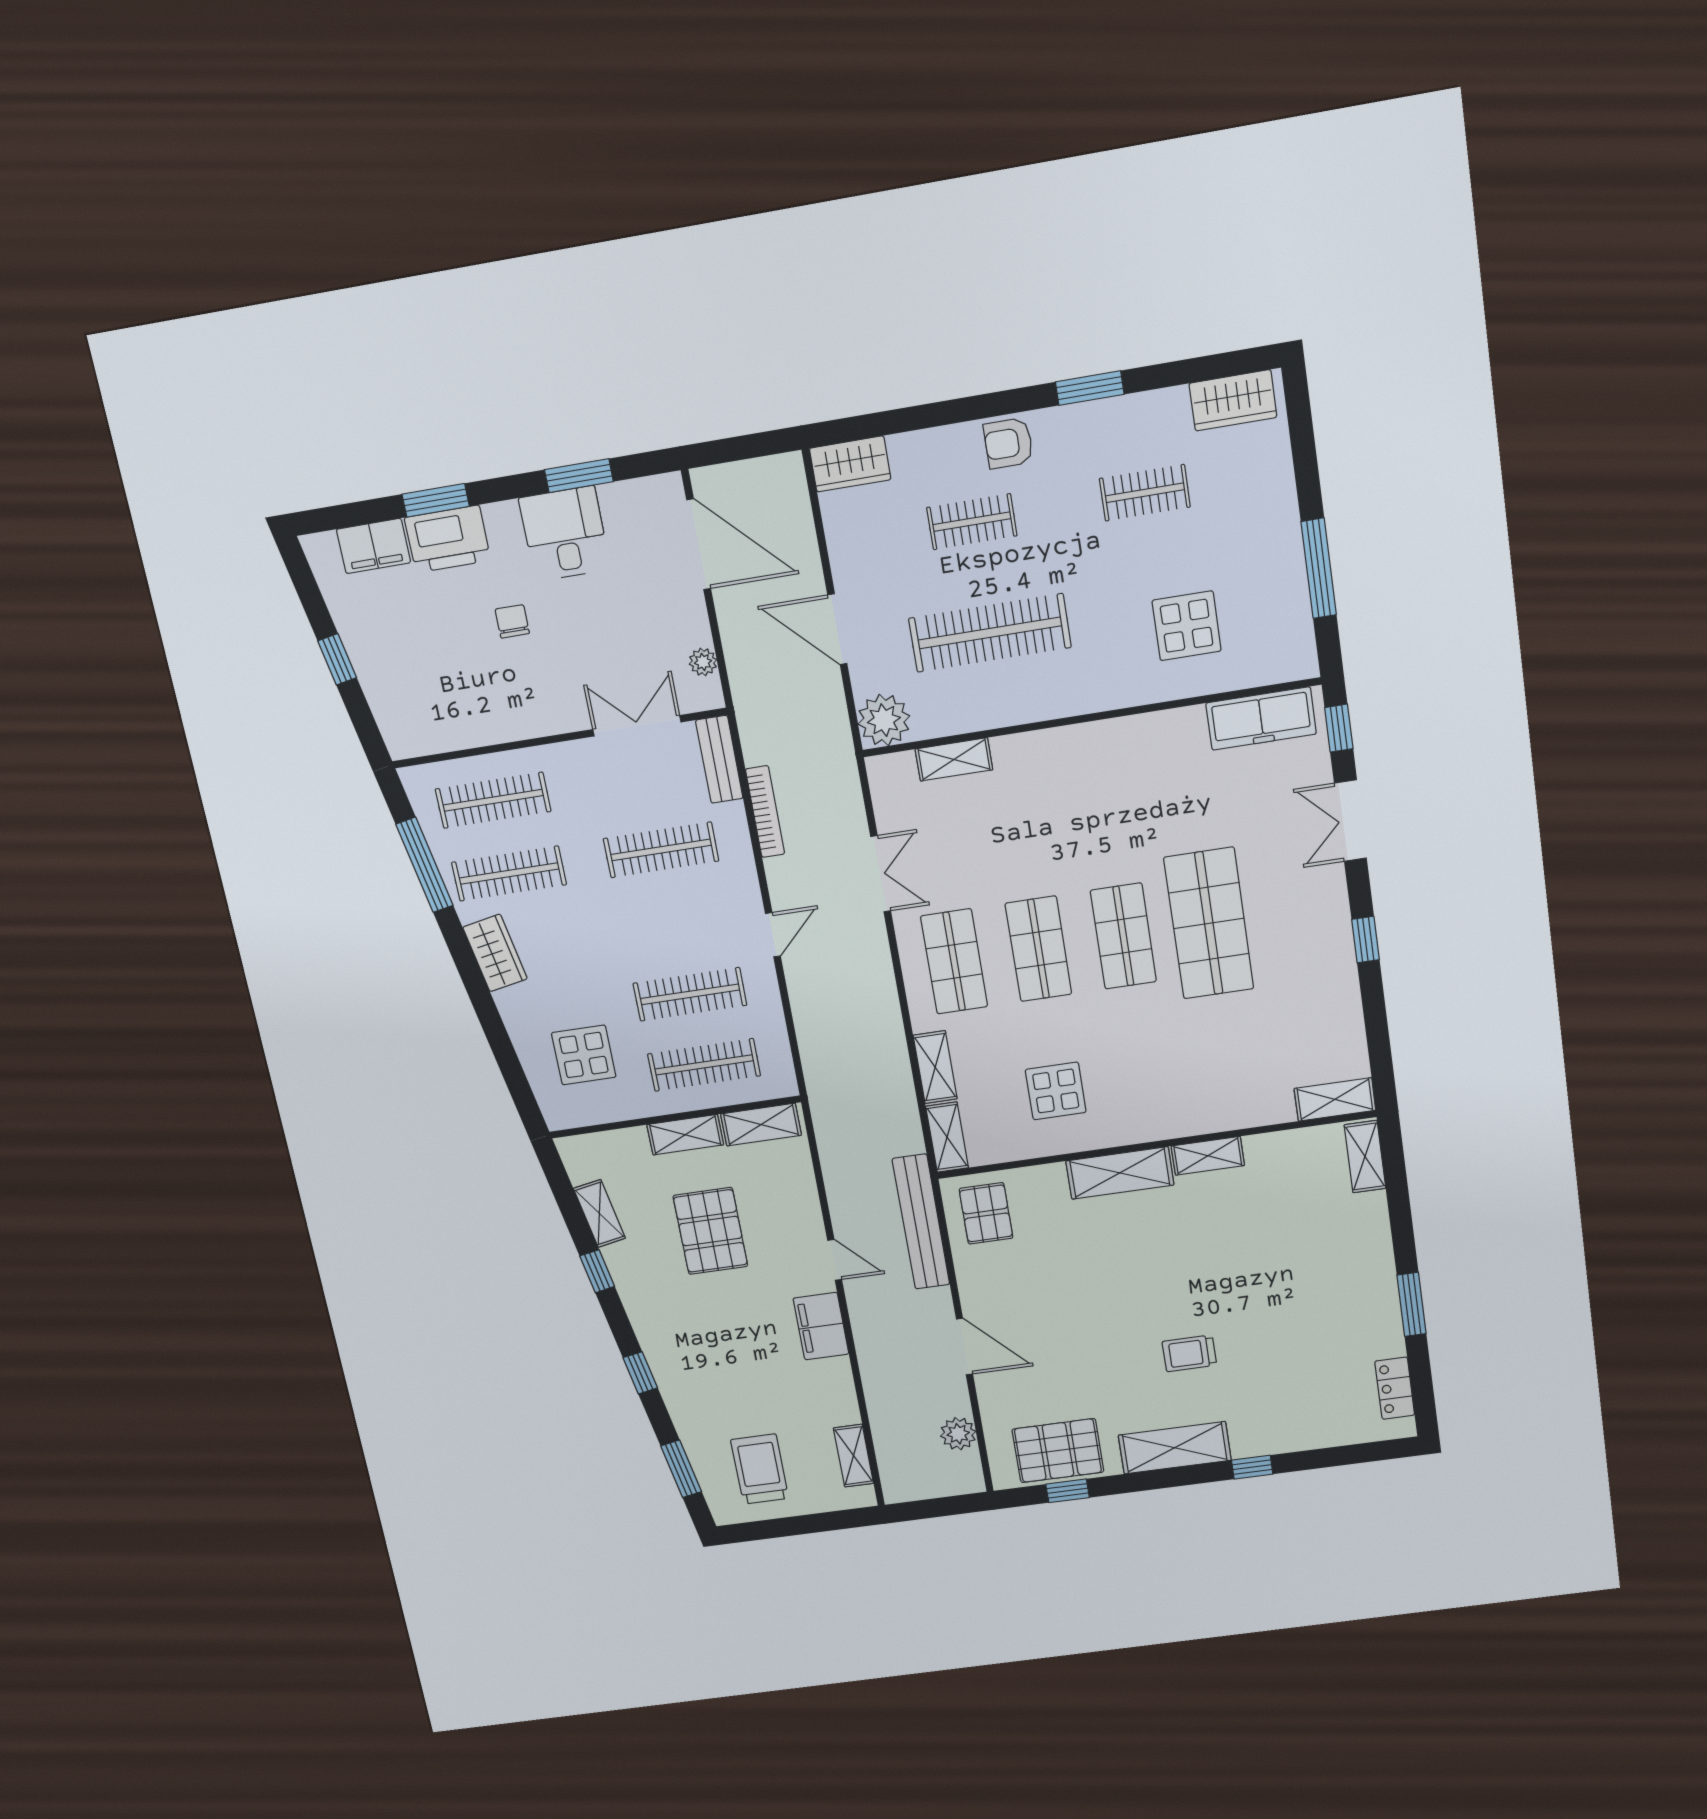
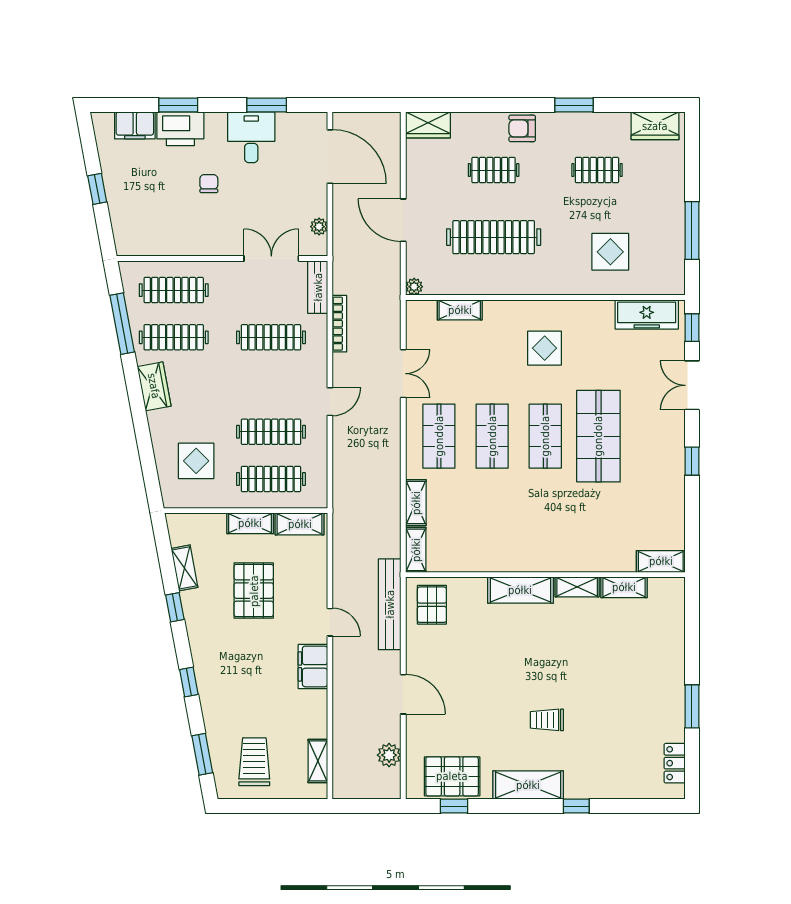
plant: (884, 720) -> (414, 287), width x0.53, depth x0.53
display table: (1056, 1091) -> (545, 348), moved
shelving: (1365, 1157) -> (624, 587), moved, turned 90

